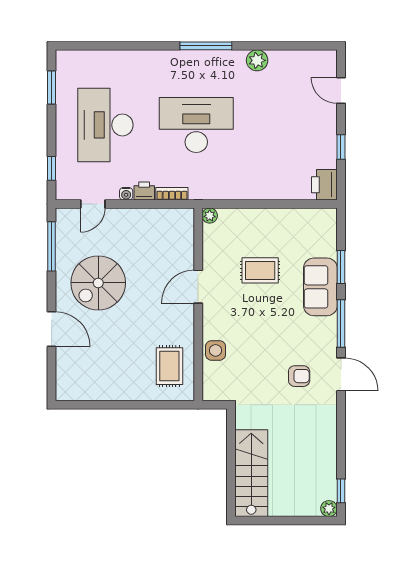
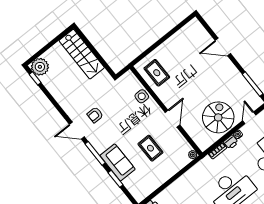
rug: (260, 270) -> (150, 148), turned 90
spiral stairs: (98, 283) -> (218, 117), moved
plant: (329, 509) -> (40, 67), width x1.88, depth x1.88

